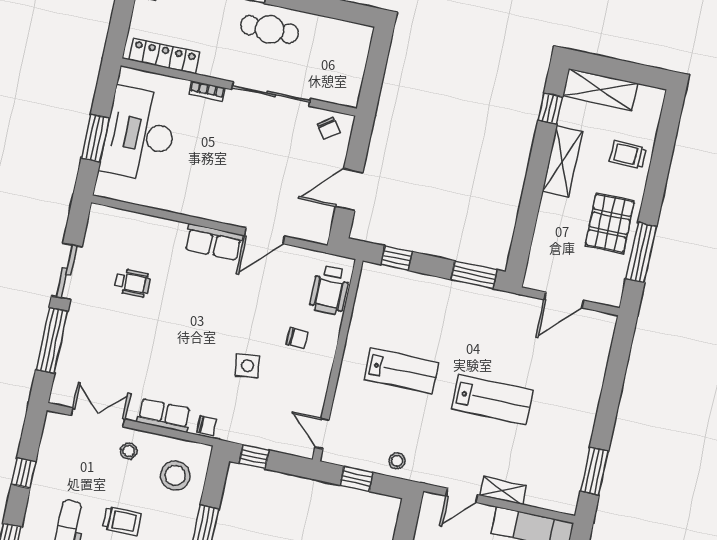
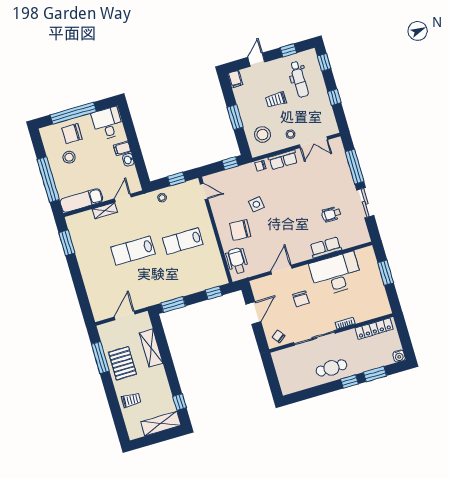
desk: (139, 134) -> (336, 274), moved, turned -90
shelving: (562, 162) -> (151, 348), moved
chair: (258, 170) -> (301, 299), added
row of seats: (214, 242) -> (326, 247), moved
chair: (297, 338) -> (240, 230), width x1.87, depth x1.87

